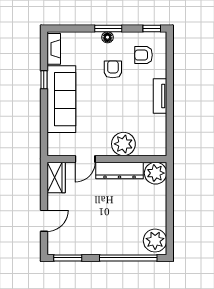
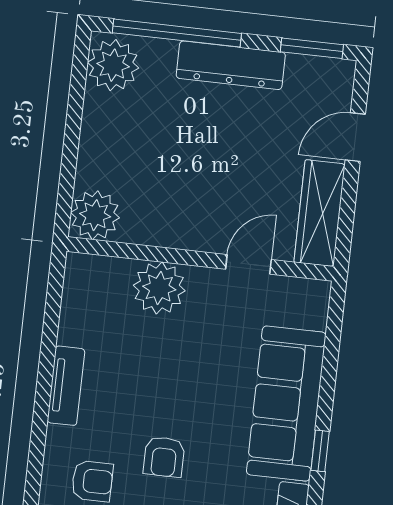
dresser: (120, 170) -> (231, 65), moved, turned 180
wardrobe: (56, 177) -> (320, 213), width x1.50

